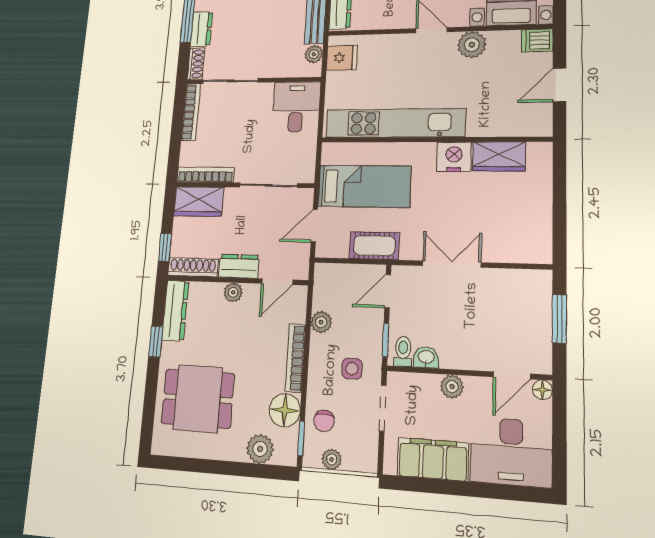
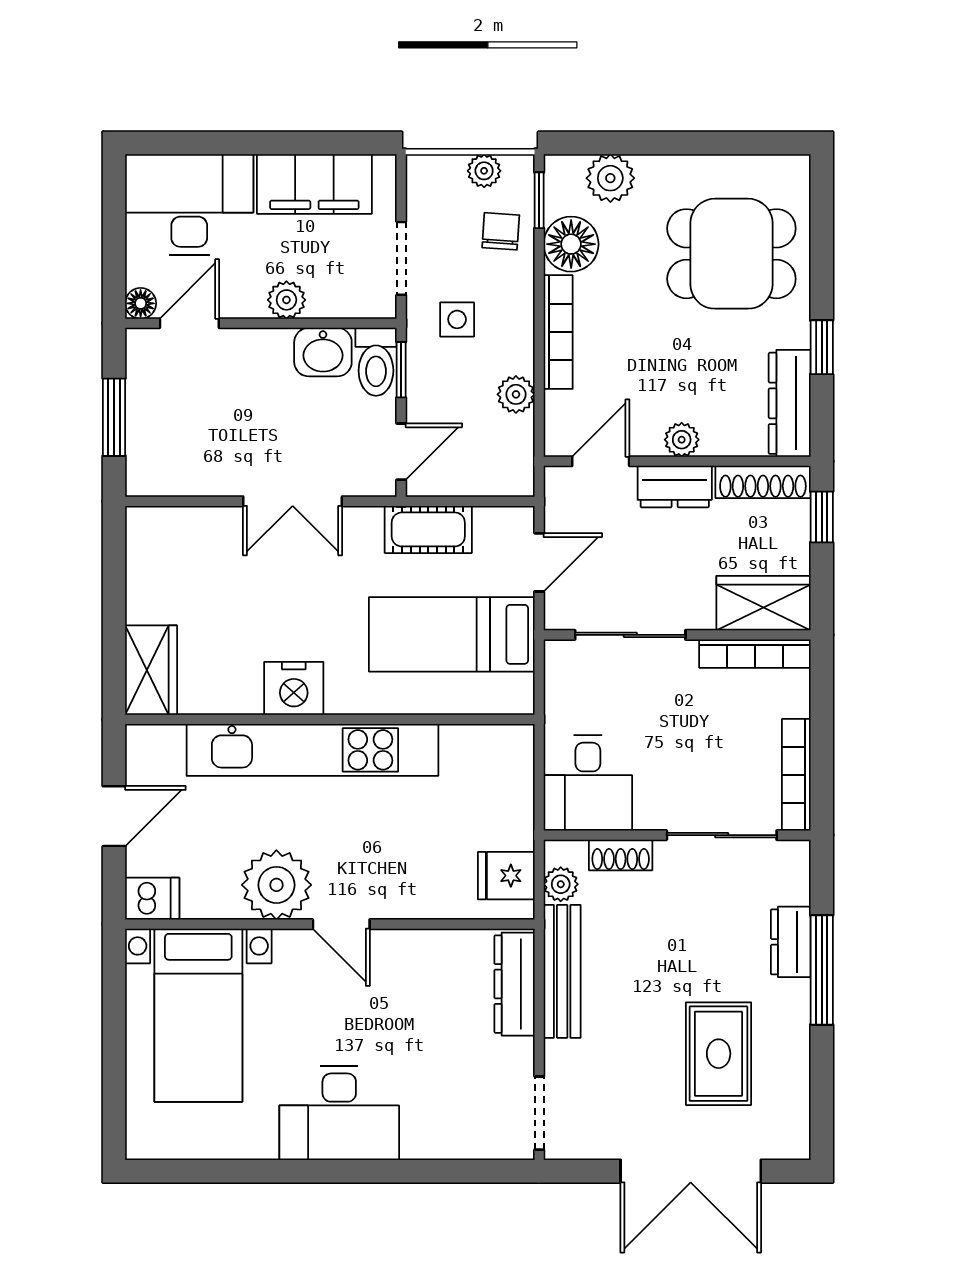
plant: (472, 45) -> (276, 885), width x1.36, depth x1.36
shoe rack: (196, 64) -> (621, 855), moved, turned -90
kitchen unit: (395, 123) -> (312, 750), moved
wardrobe: (499, 156) -> (151, 670), moved, turned 90
toilet: (403, 351) -> (376, 362), width x1.37, depth x1.39
washbasin: (426, 357) -> (323, 352), width x1.38, depth x1.45

